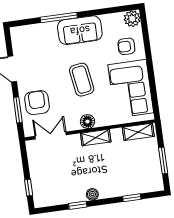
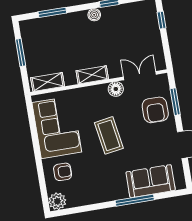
sofa: (80, 30) -> (151, 181), moved
floor lamp: (87, 122) -> (116, 89), moved
double door: (51, 136) -> (140, 76), swing flipped
window: (132, 198) -> (52, 12), width x1.50

